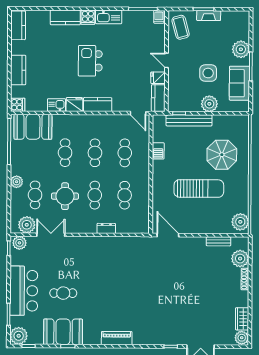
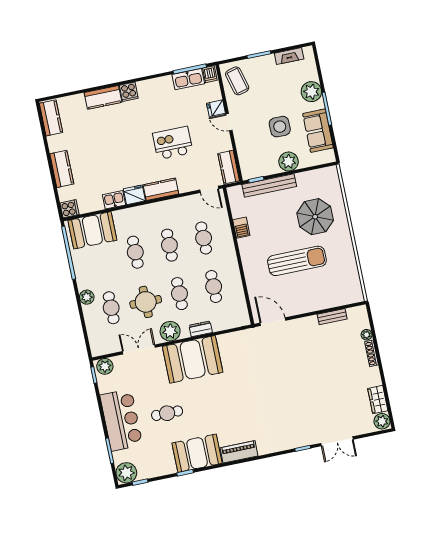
fireplace: (209, 16) -> (289, 56), moved
kitchen sink: (109, 17) -> (188, 79), moved
kitchen island: (90, 61) -> (173, 143), moved, turned 90
fridge: (158, 78) -> (216, 108), moved
plant: (240, 222) -> (352, 289), removed
plant: (27, 225) -> (170, 331), moved
booth: (94, 253) -> (193, 359), added
plant: (240, 259) -> (367, 335), width x0.53, depth x0.53
booth: (63, 332) -> (197, 453), moved

